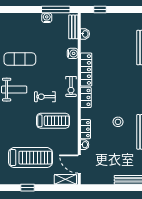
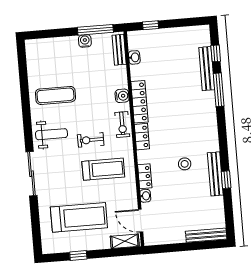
water cooler: (73, 53) -> (122, 96), moved

